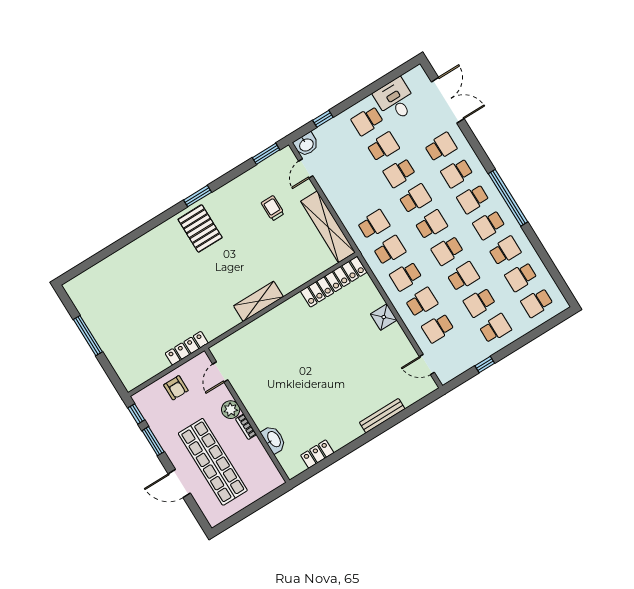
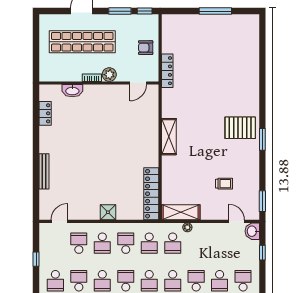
plant: (346, 219) -> (187, 227), added
shelving: (328, 227) -> (181, 212), width x0.68
door: (220, 372) -> (138, 83), swing flipped

